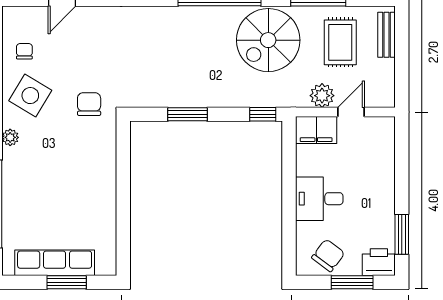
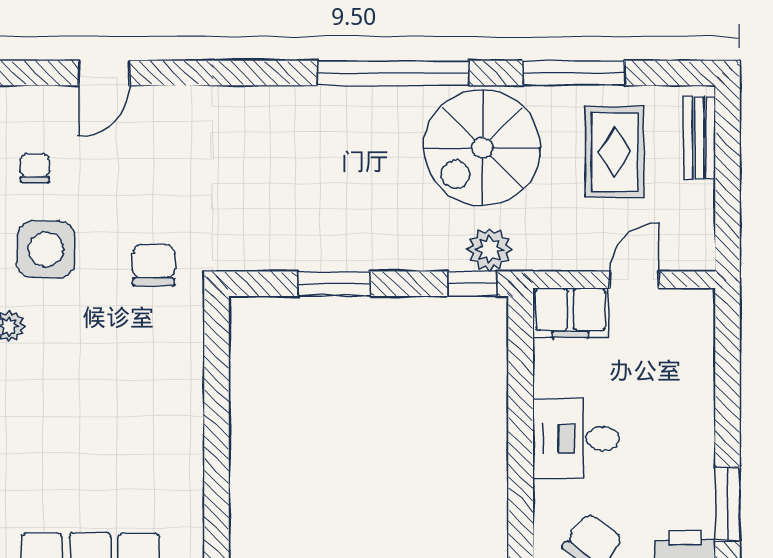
side table: (30, 96) -> (46, 250), turned -31
plant: (322, 96) -> (489, 249), moved

